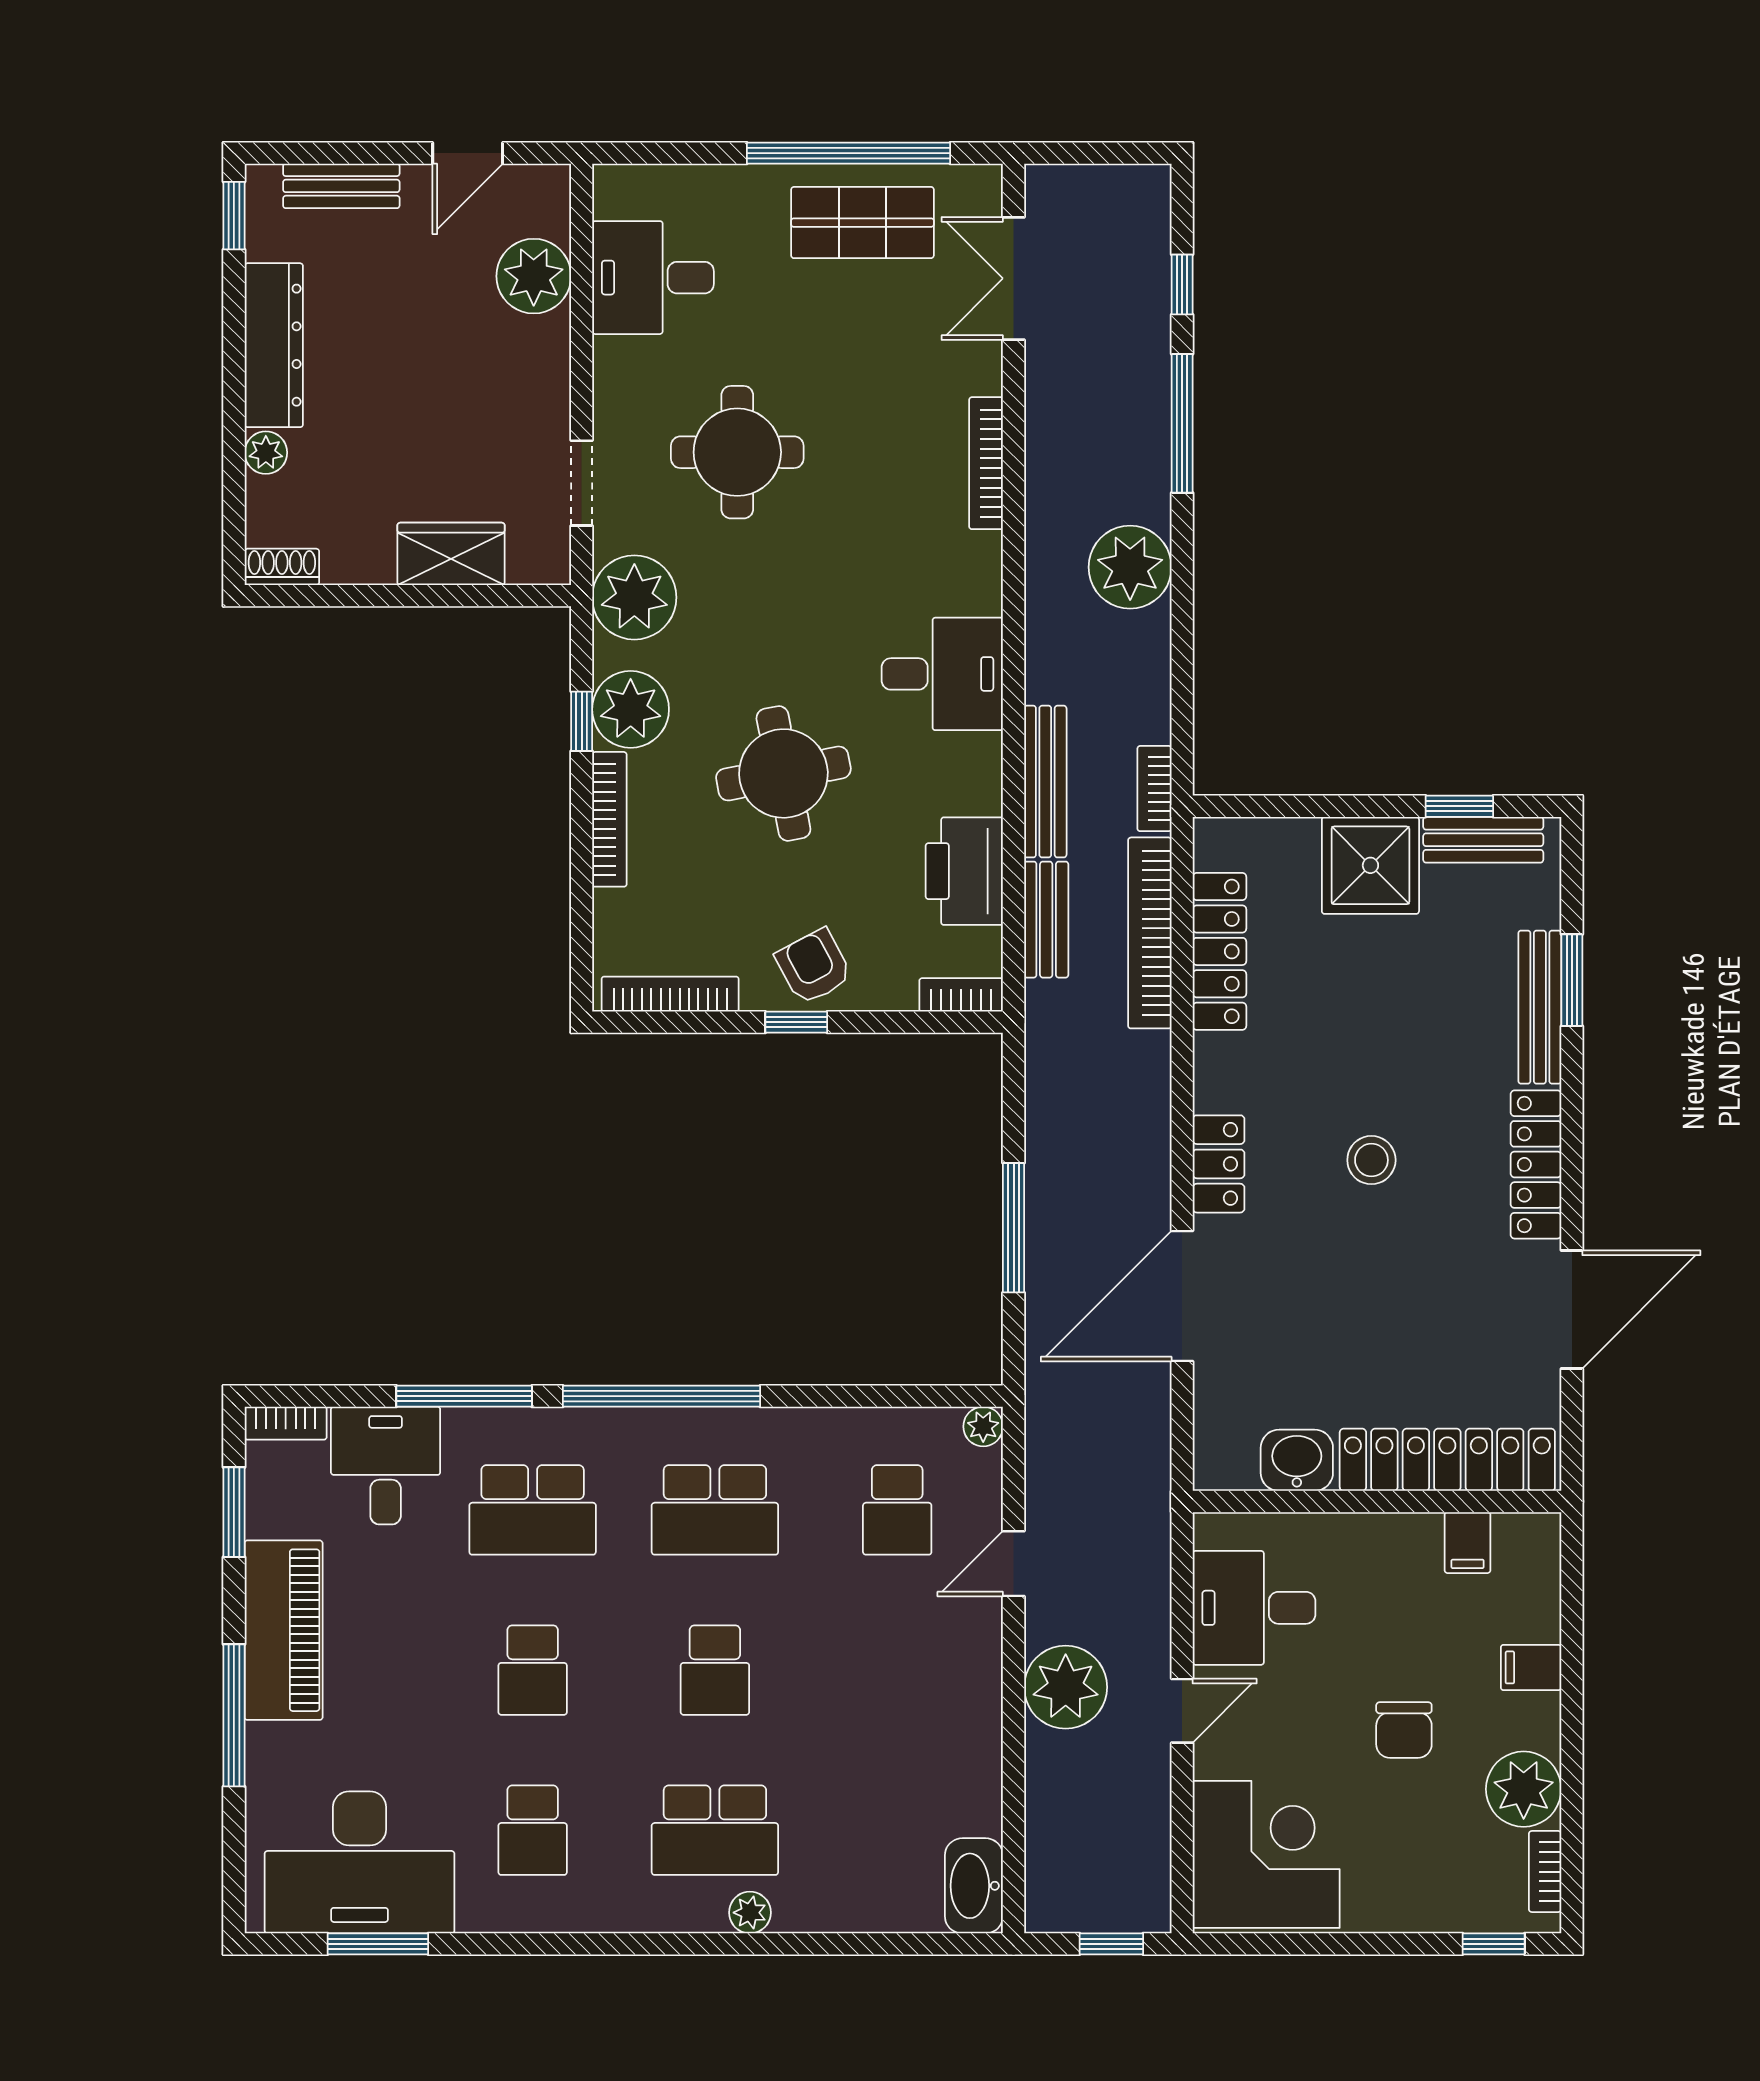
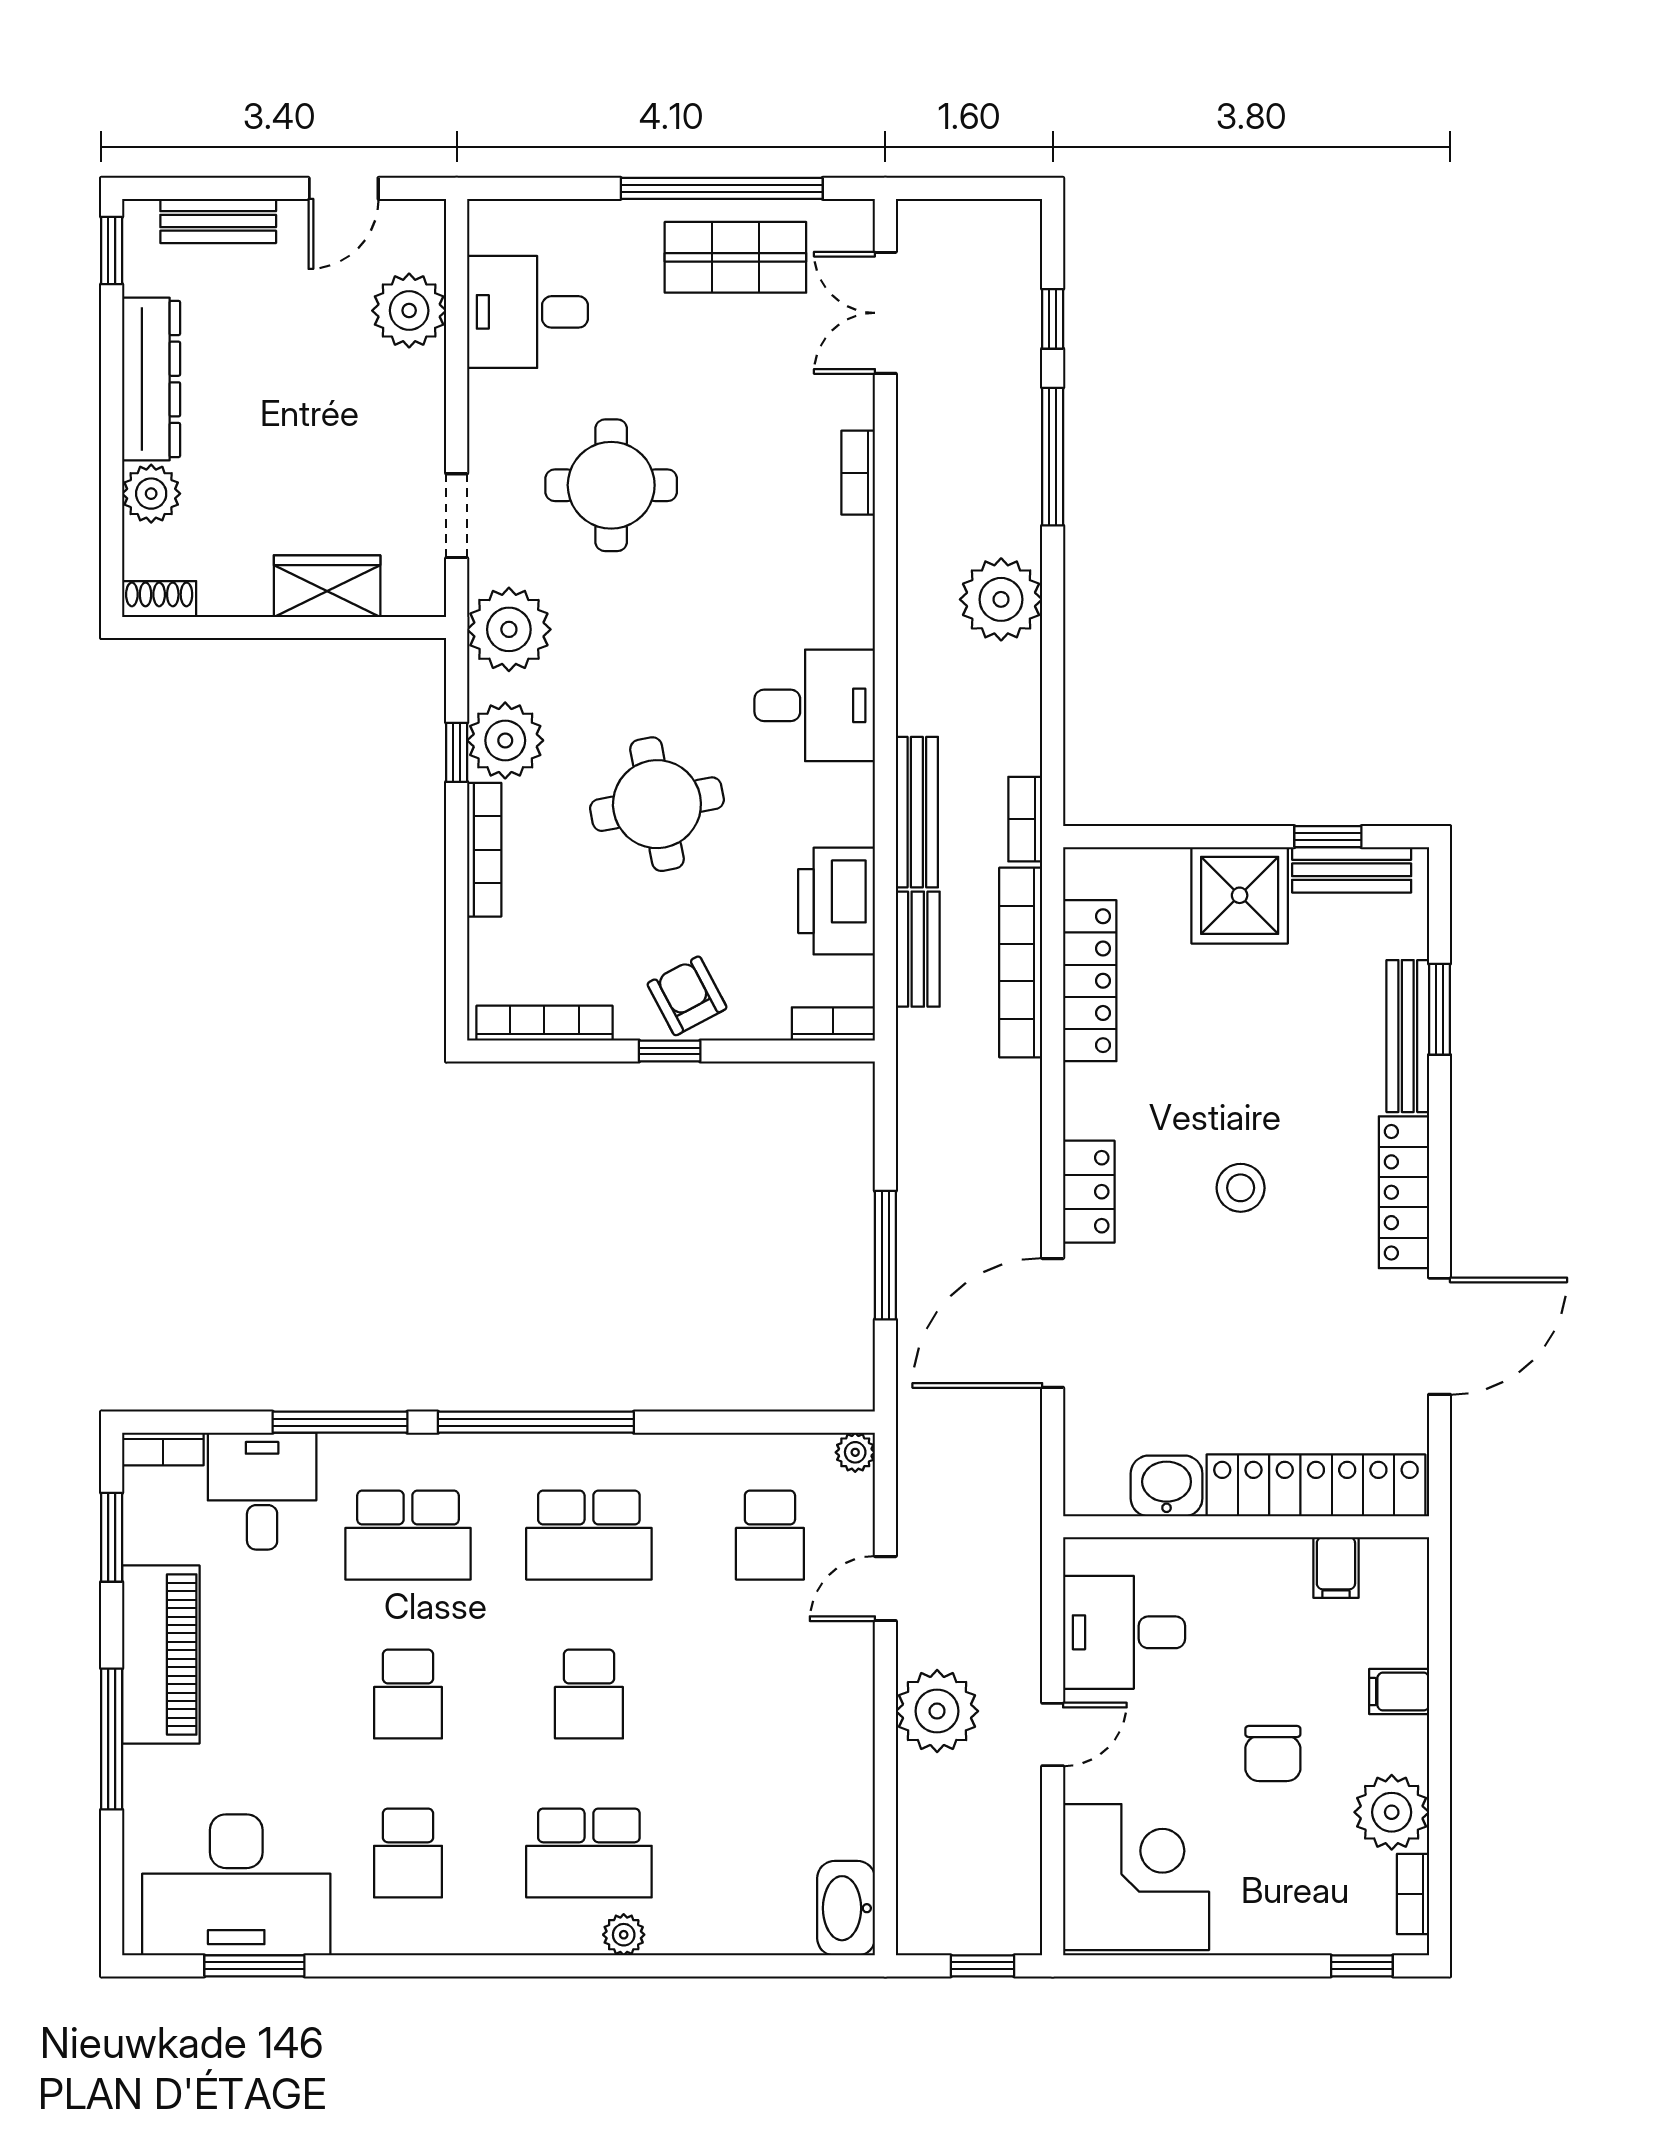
plant: (266, 453) -> (151, 494), width x1.38, depth x1.38
bookcase: (986, 463) -> (858, 473), width x0.64

